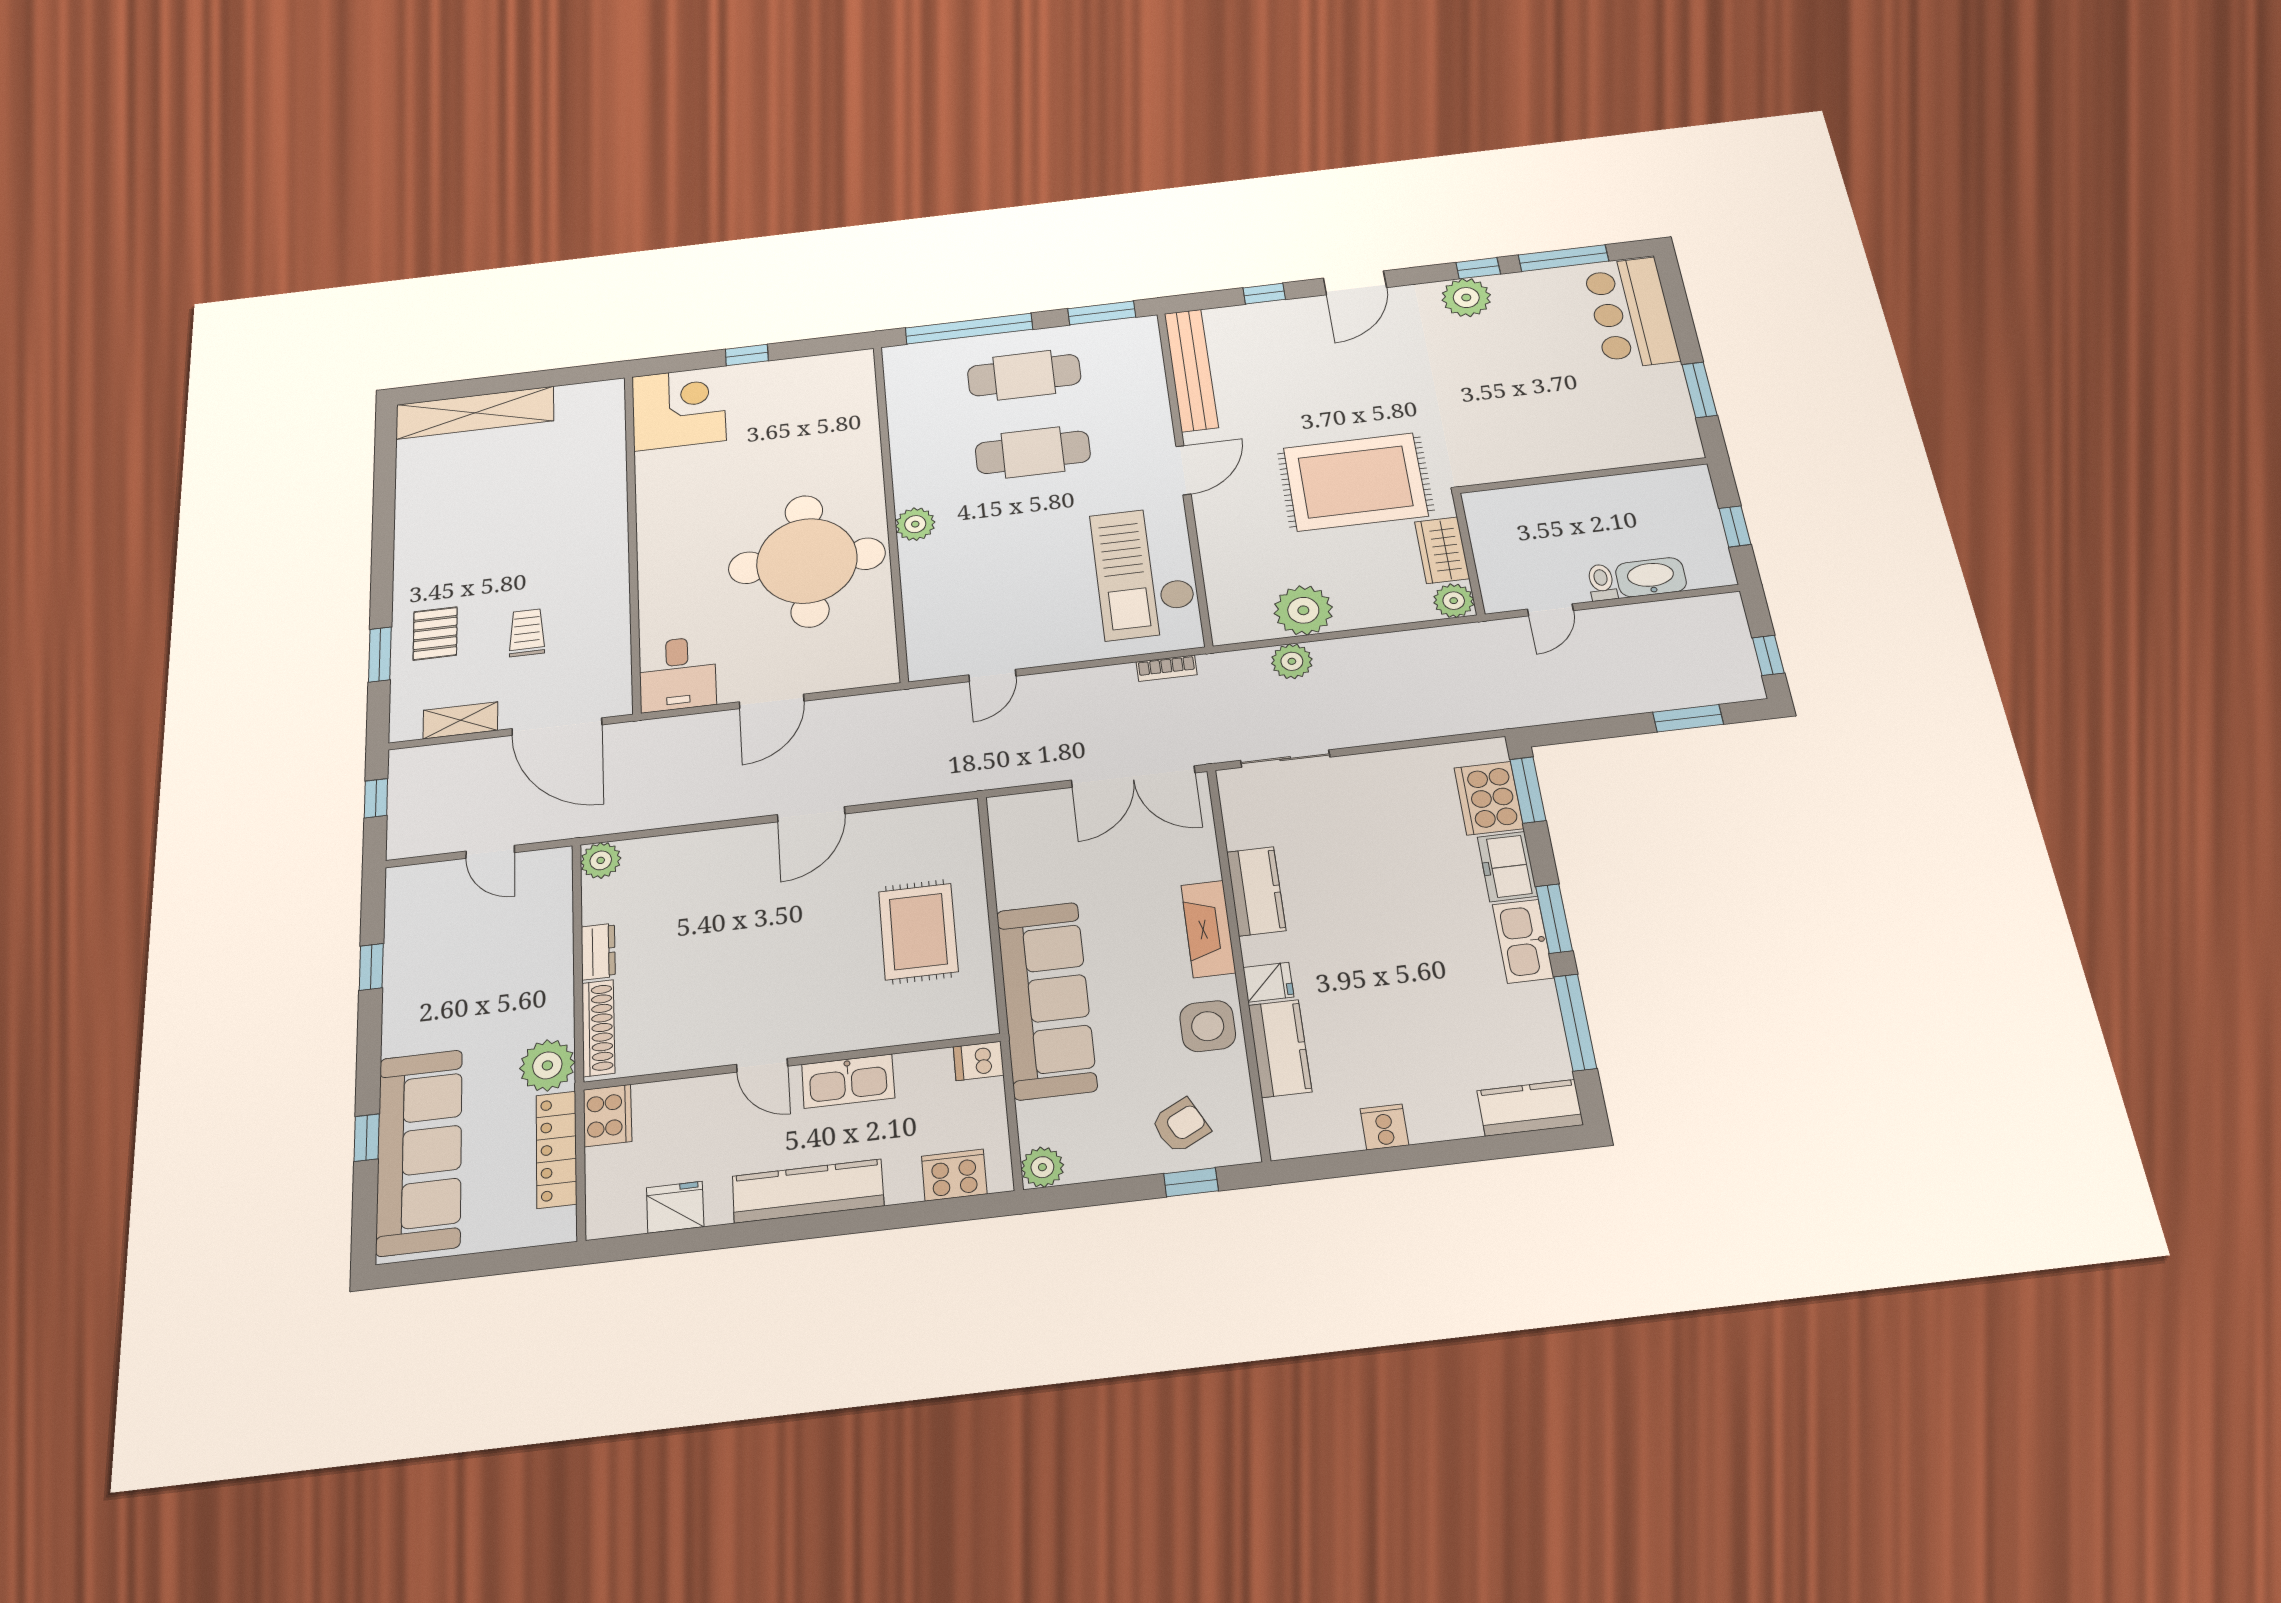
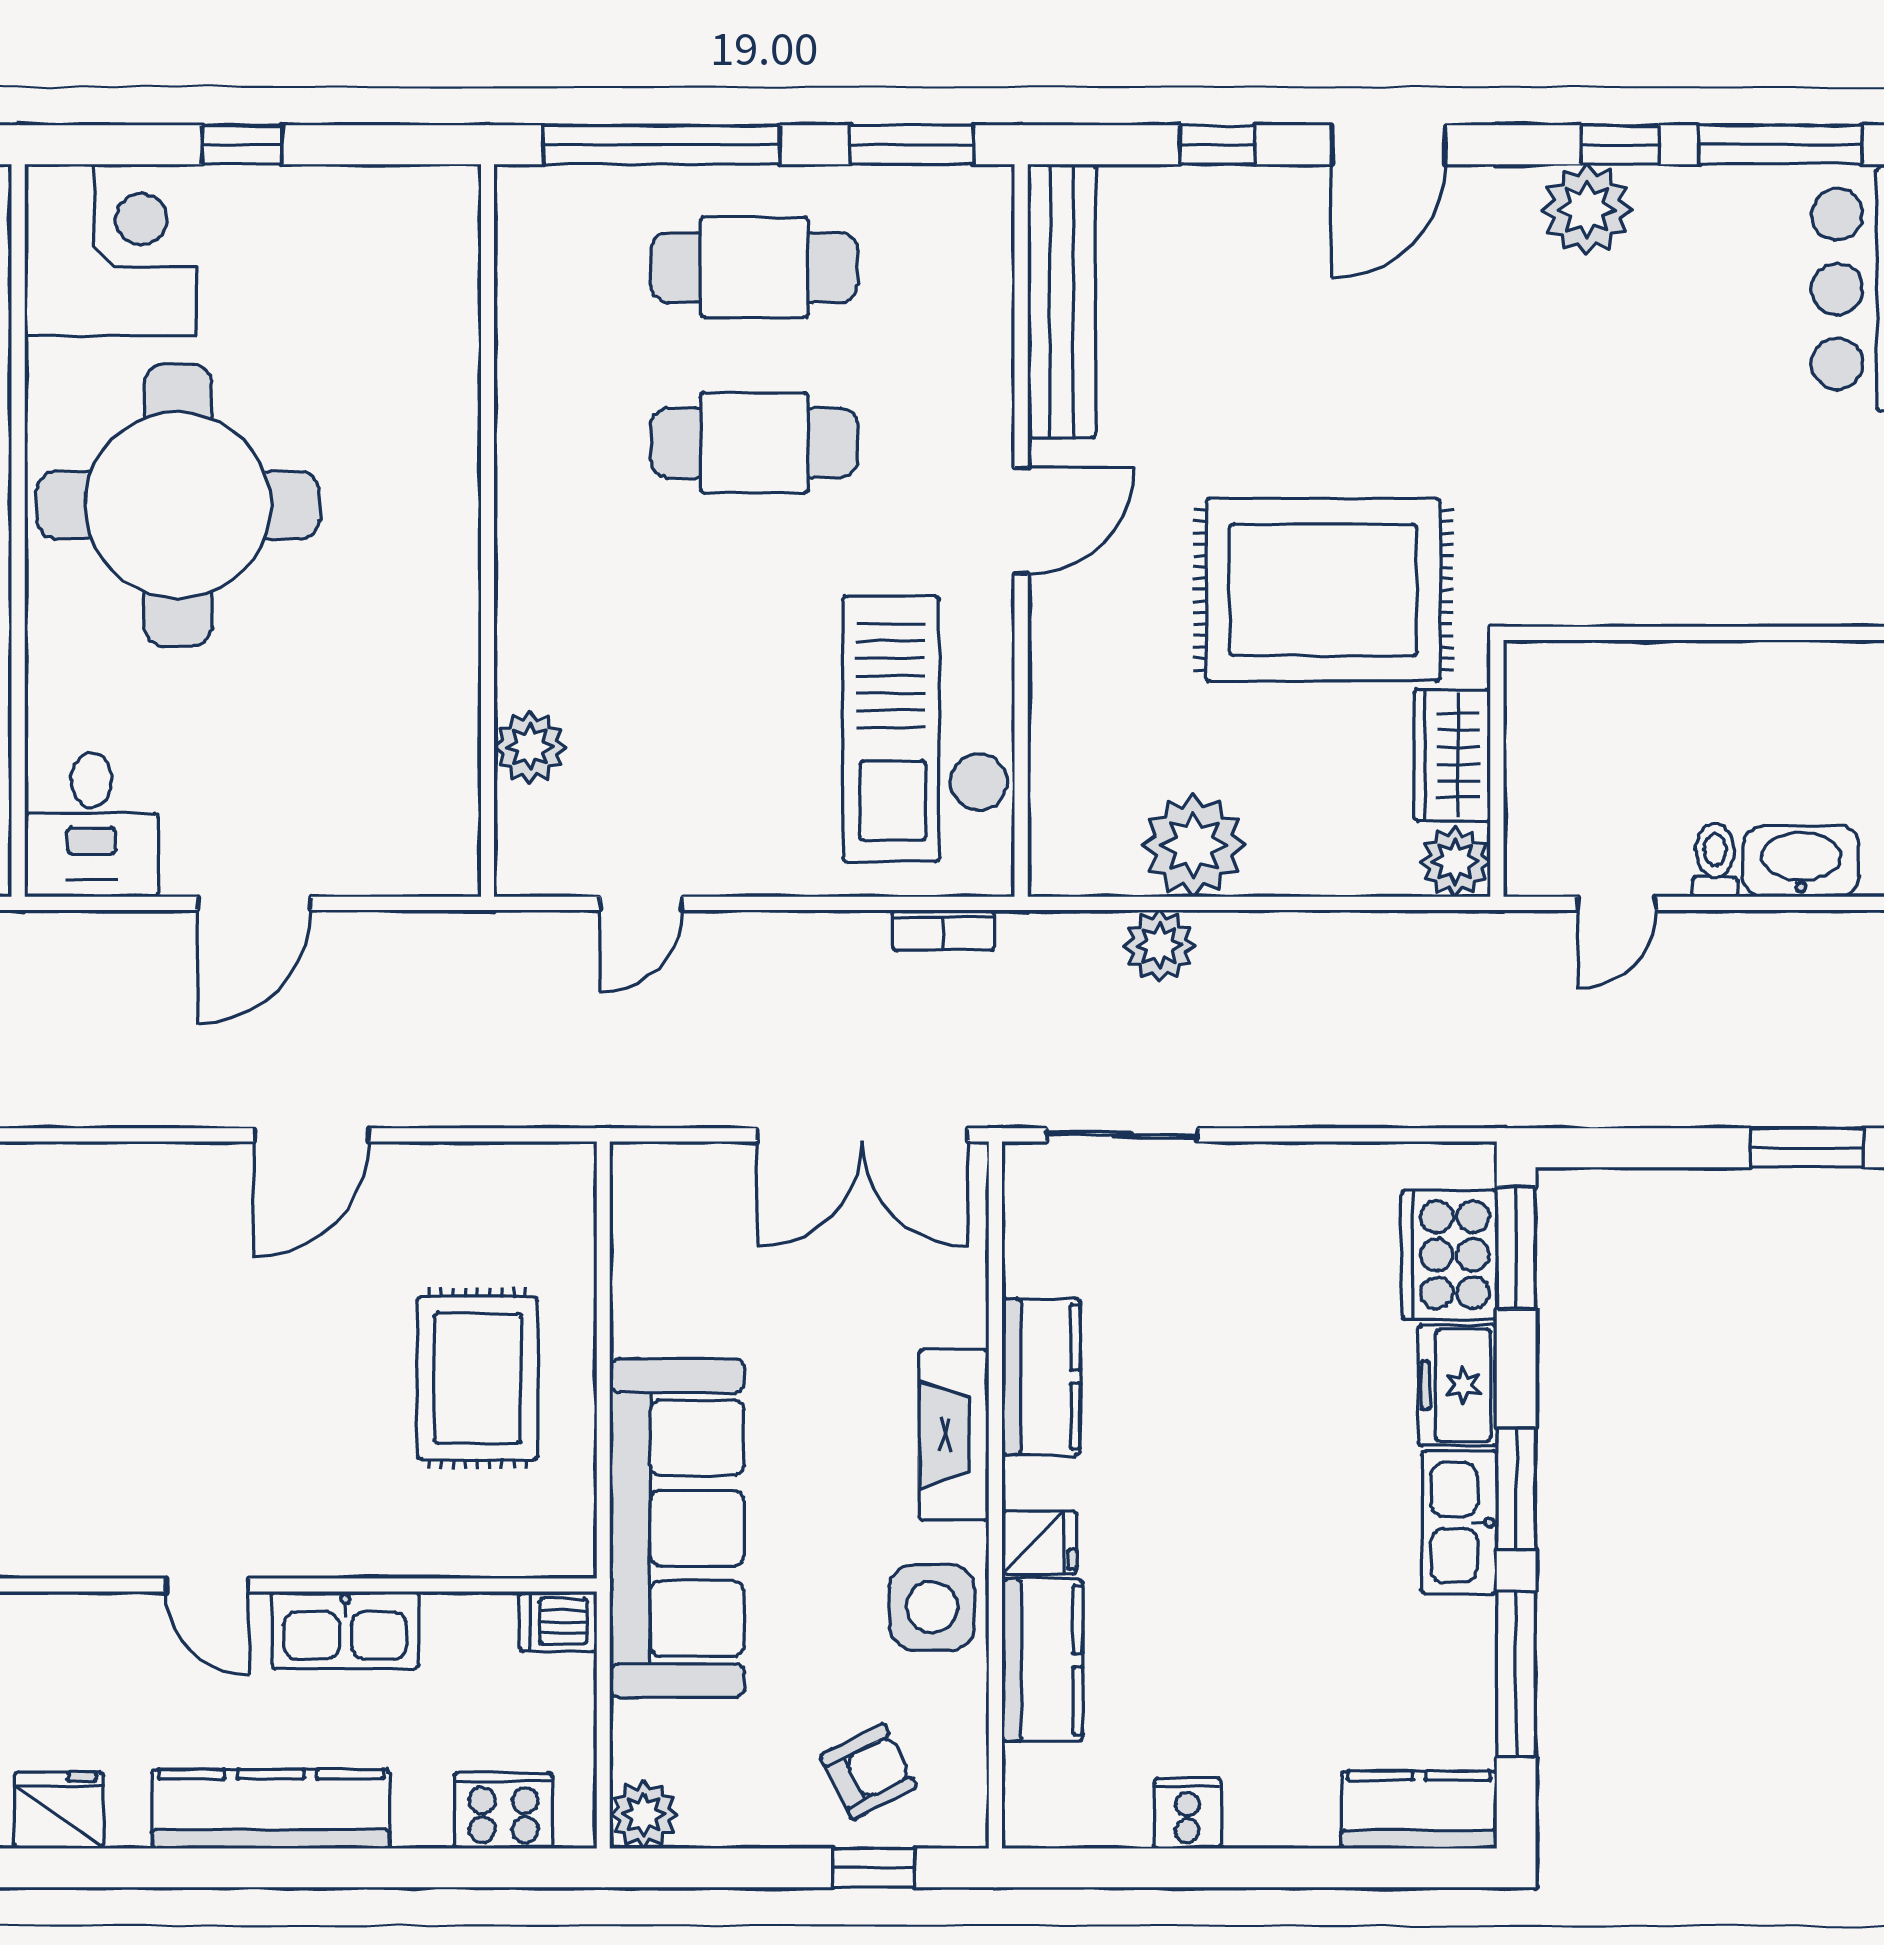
plant: (915, 524) -> (530, 747), moved
round table: (807, 561) -> (178, 505), moved

